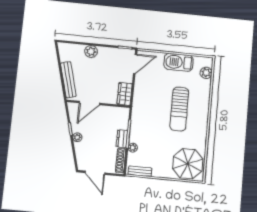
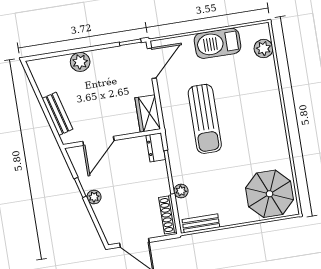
bench: (68, 80) -> (57, 114), width x0.73
sun lounger: (179, 109) -> (205, 119), moved
dresser: (122, 139) -> (156, 147), moved

